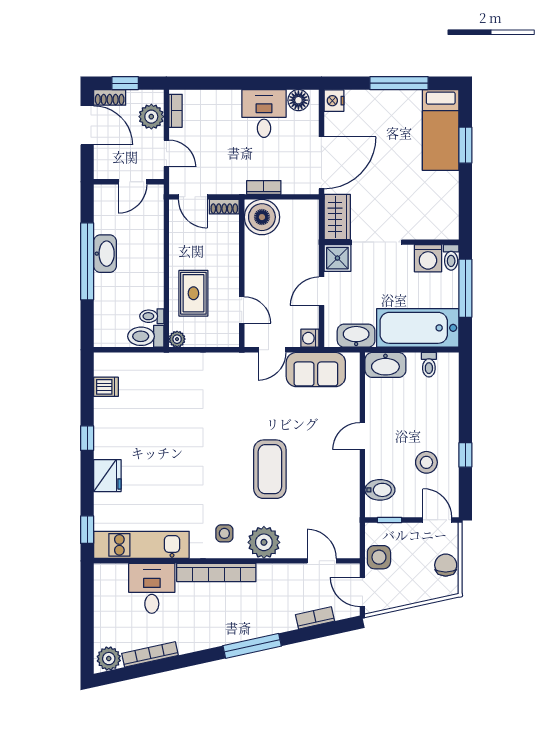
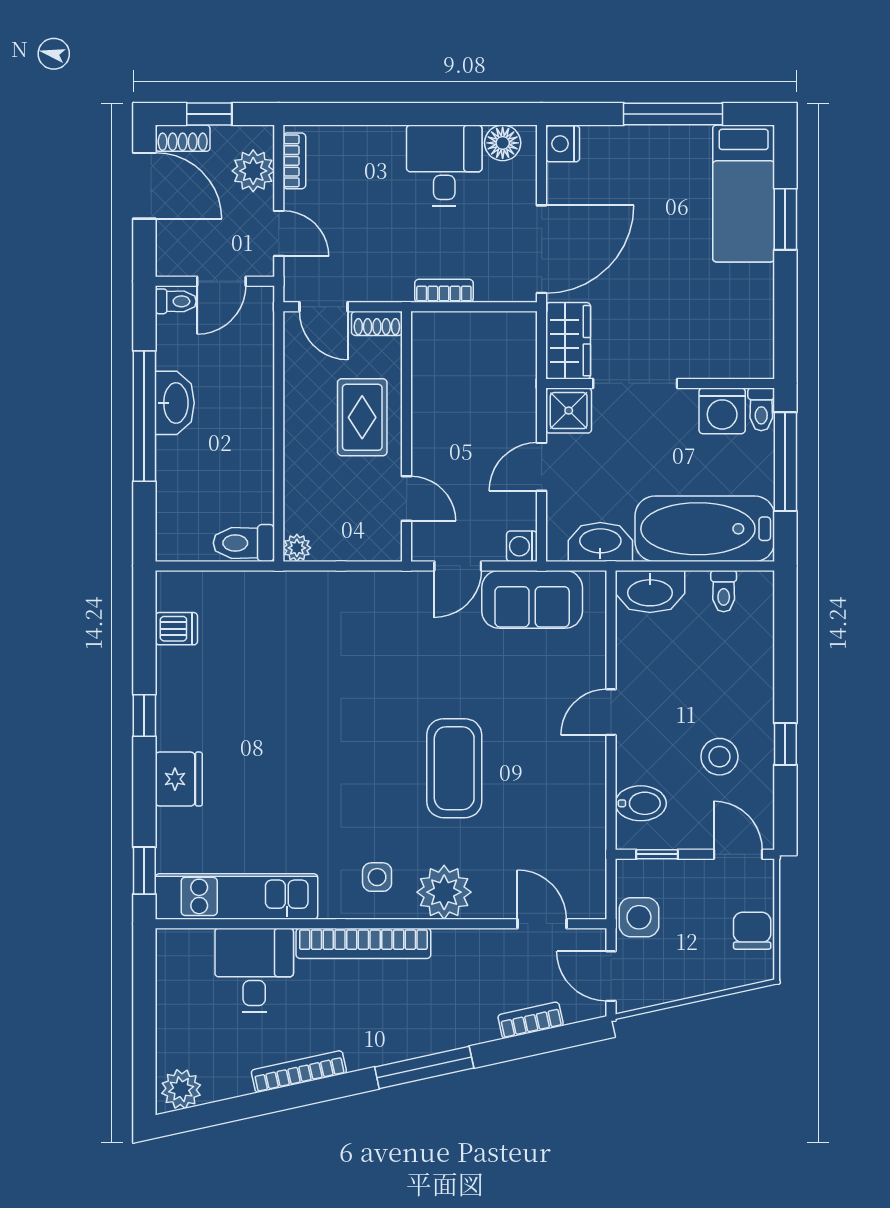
boiler: (262, 217) -> (441, 341), removed
rug: (193, 293) -> (362, 417), moved
toilet: (152, 316) -> (176, 301), moved, turned 180
bookcase: (150, 654) -> (299, 1072), moved

